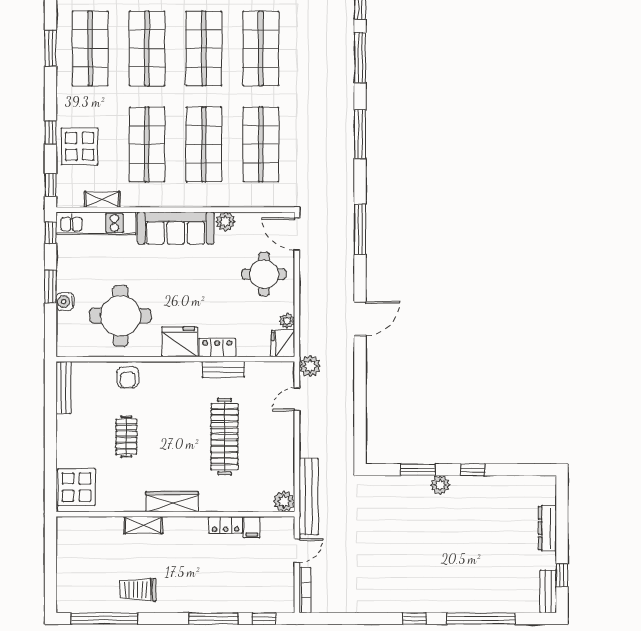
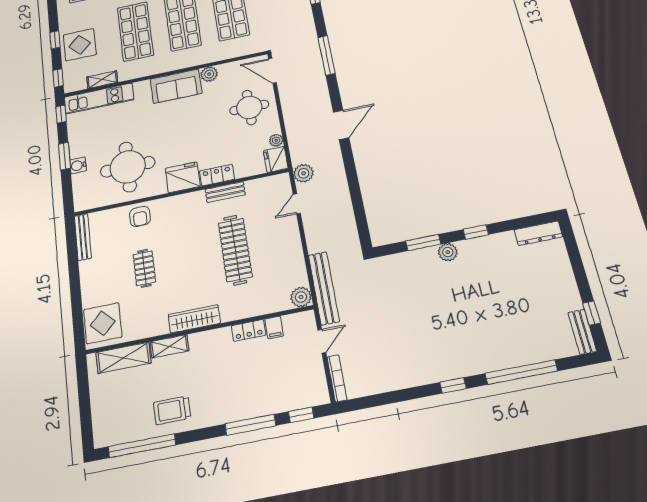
sofa: (176, 228) -> (176, 86), width x0.73
shelving: (95, 528) -> (123, 358), added
dresser: (547, 528) -> (538, 233), moved, turned -90

